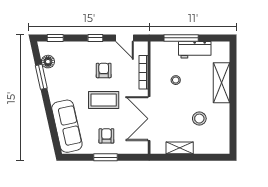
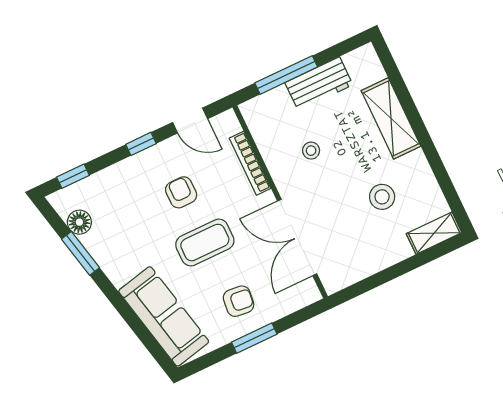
armchair: (106, 136) -> (239, 301), turned 96
shelving: (180, 148) -> (434, 233), moved

